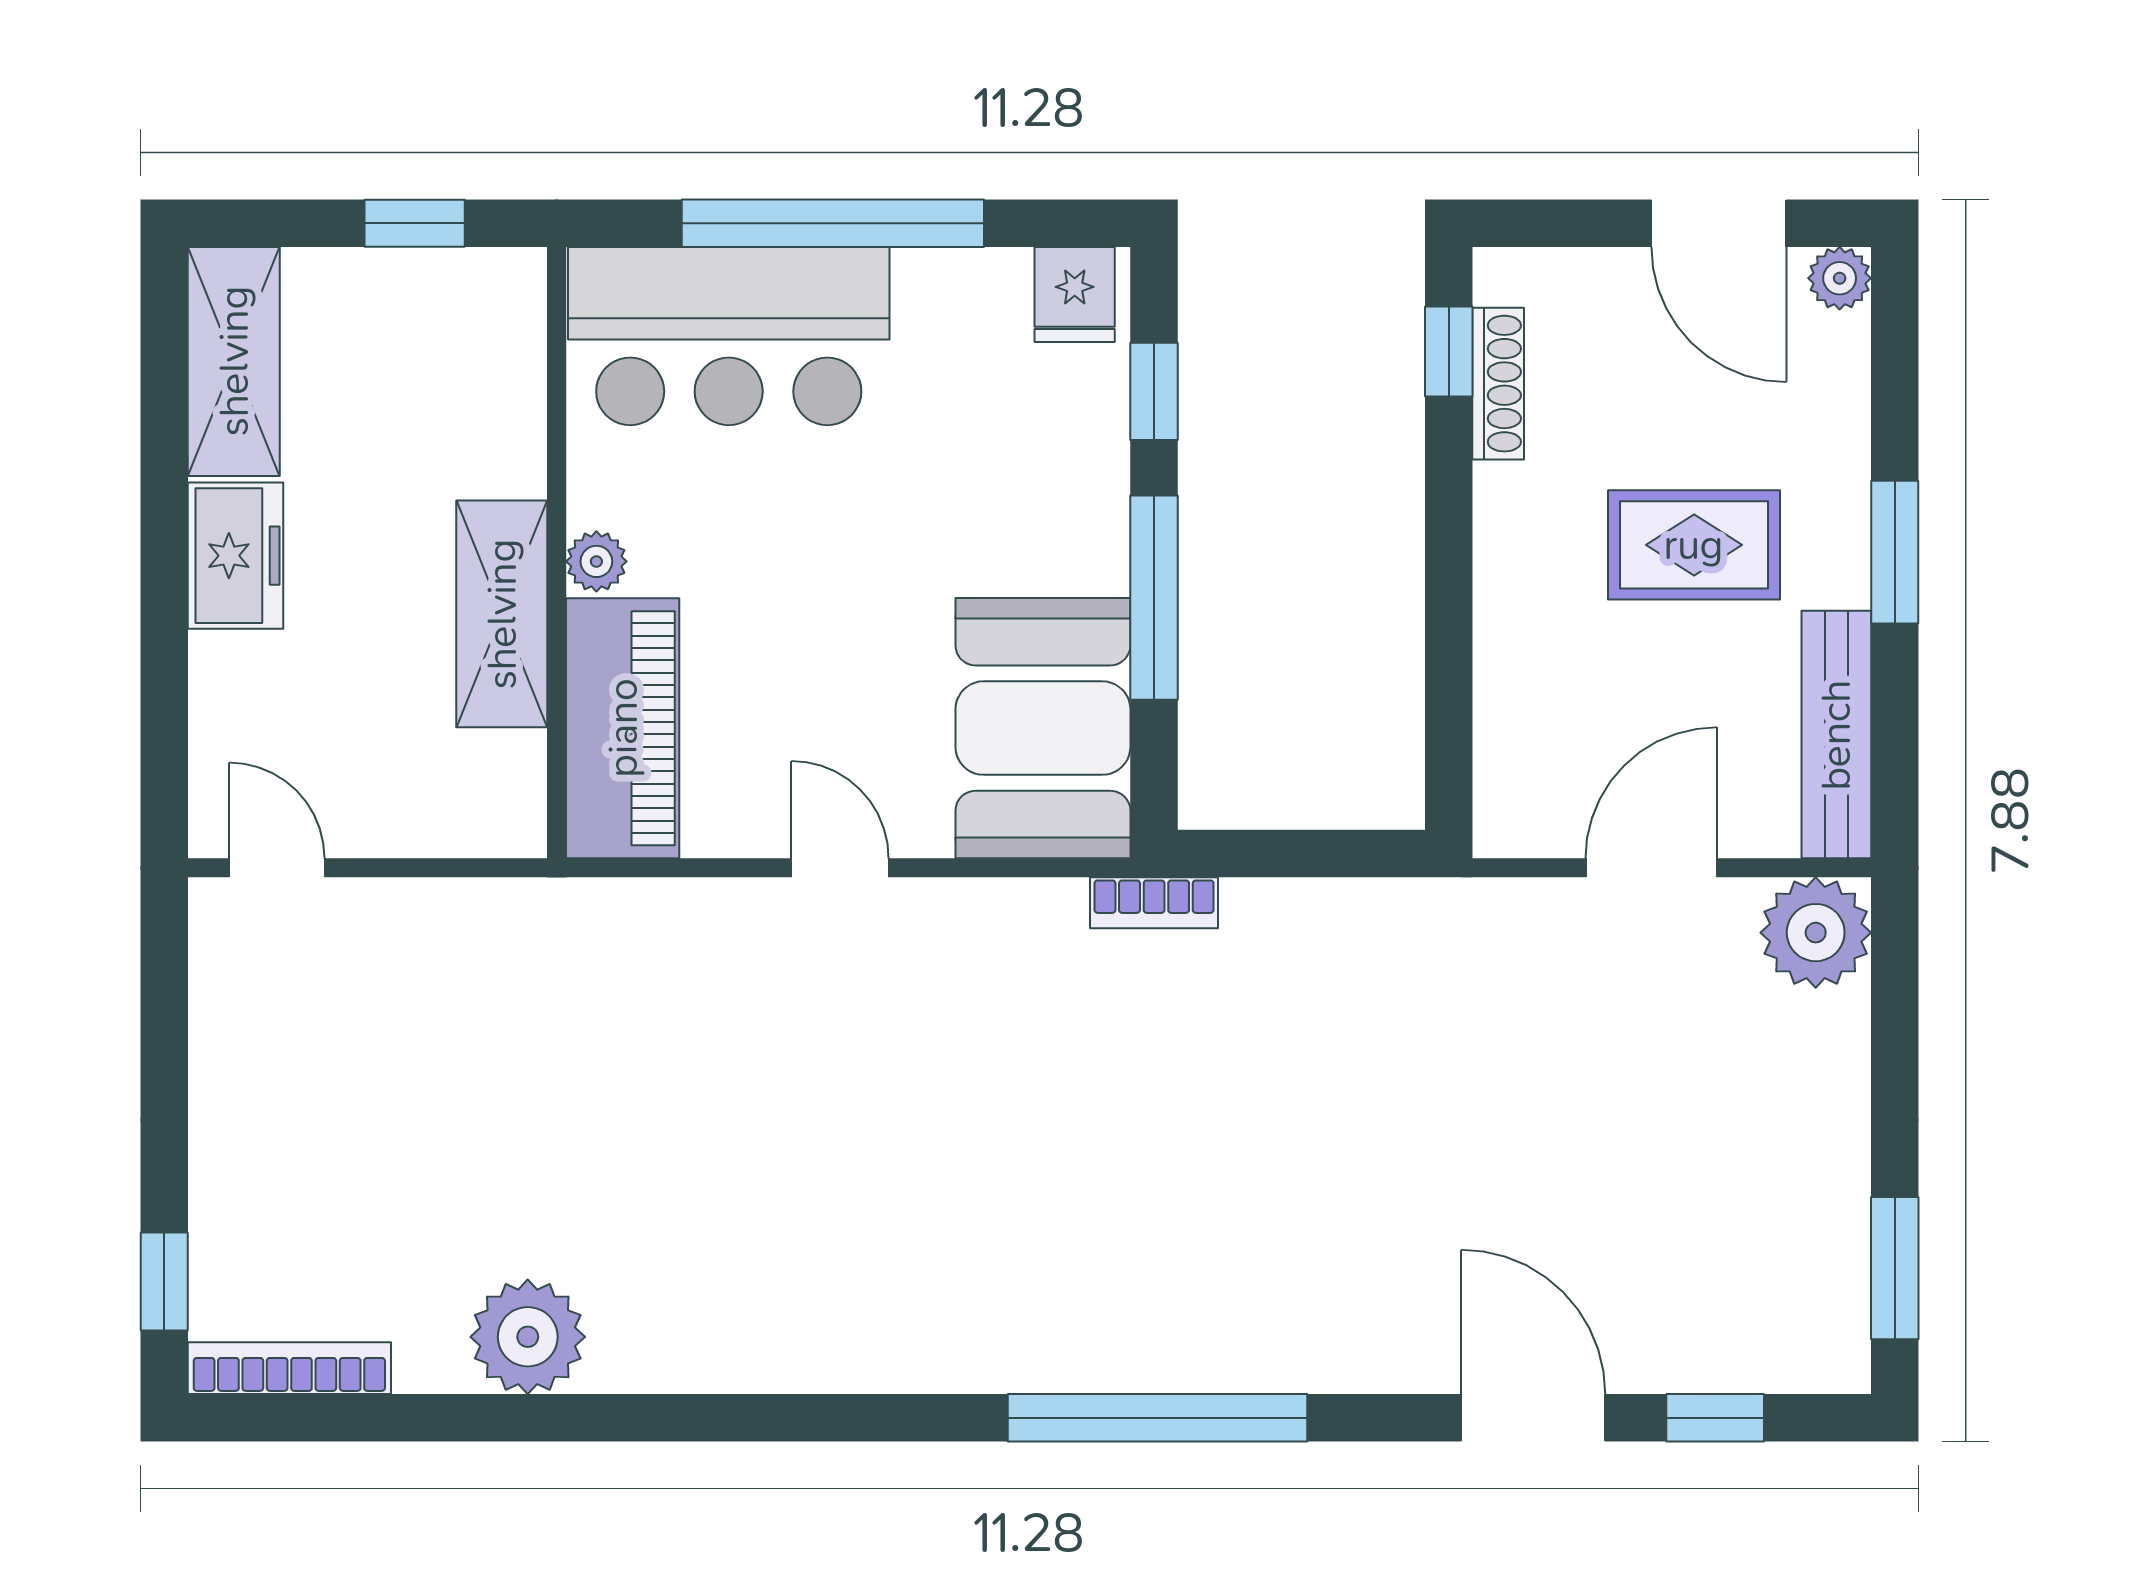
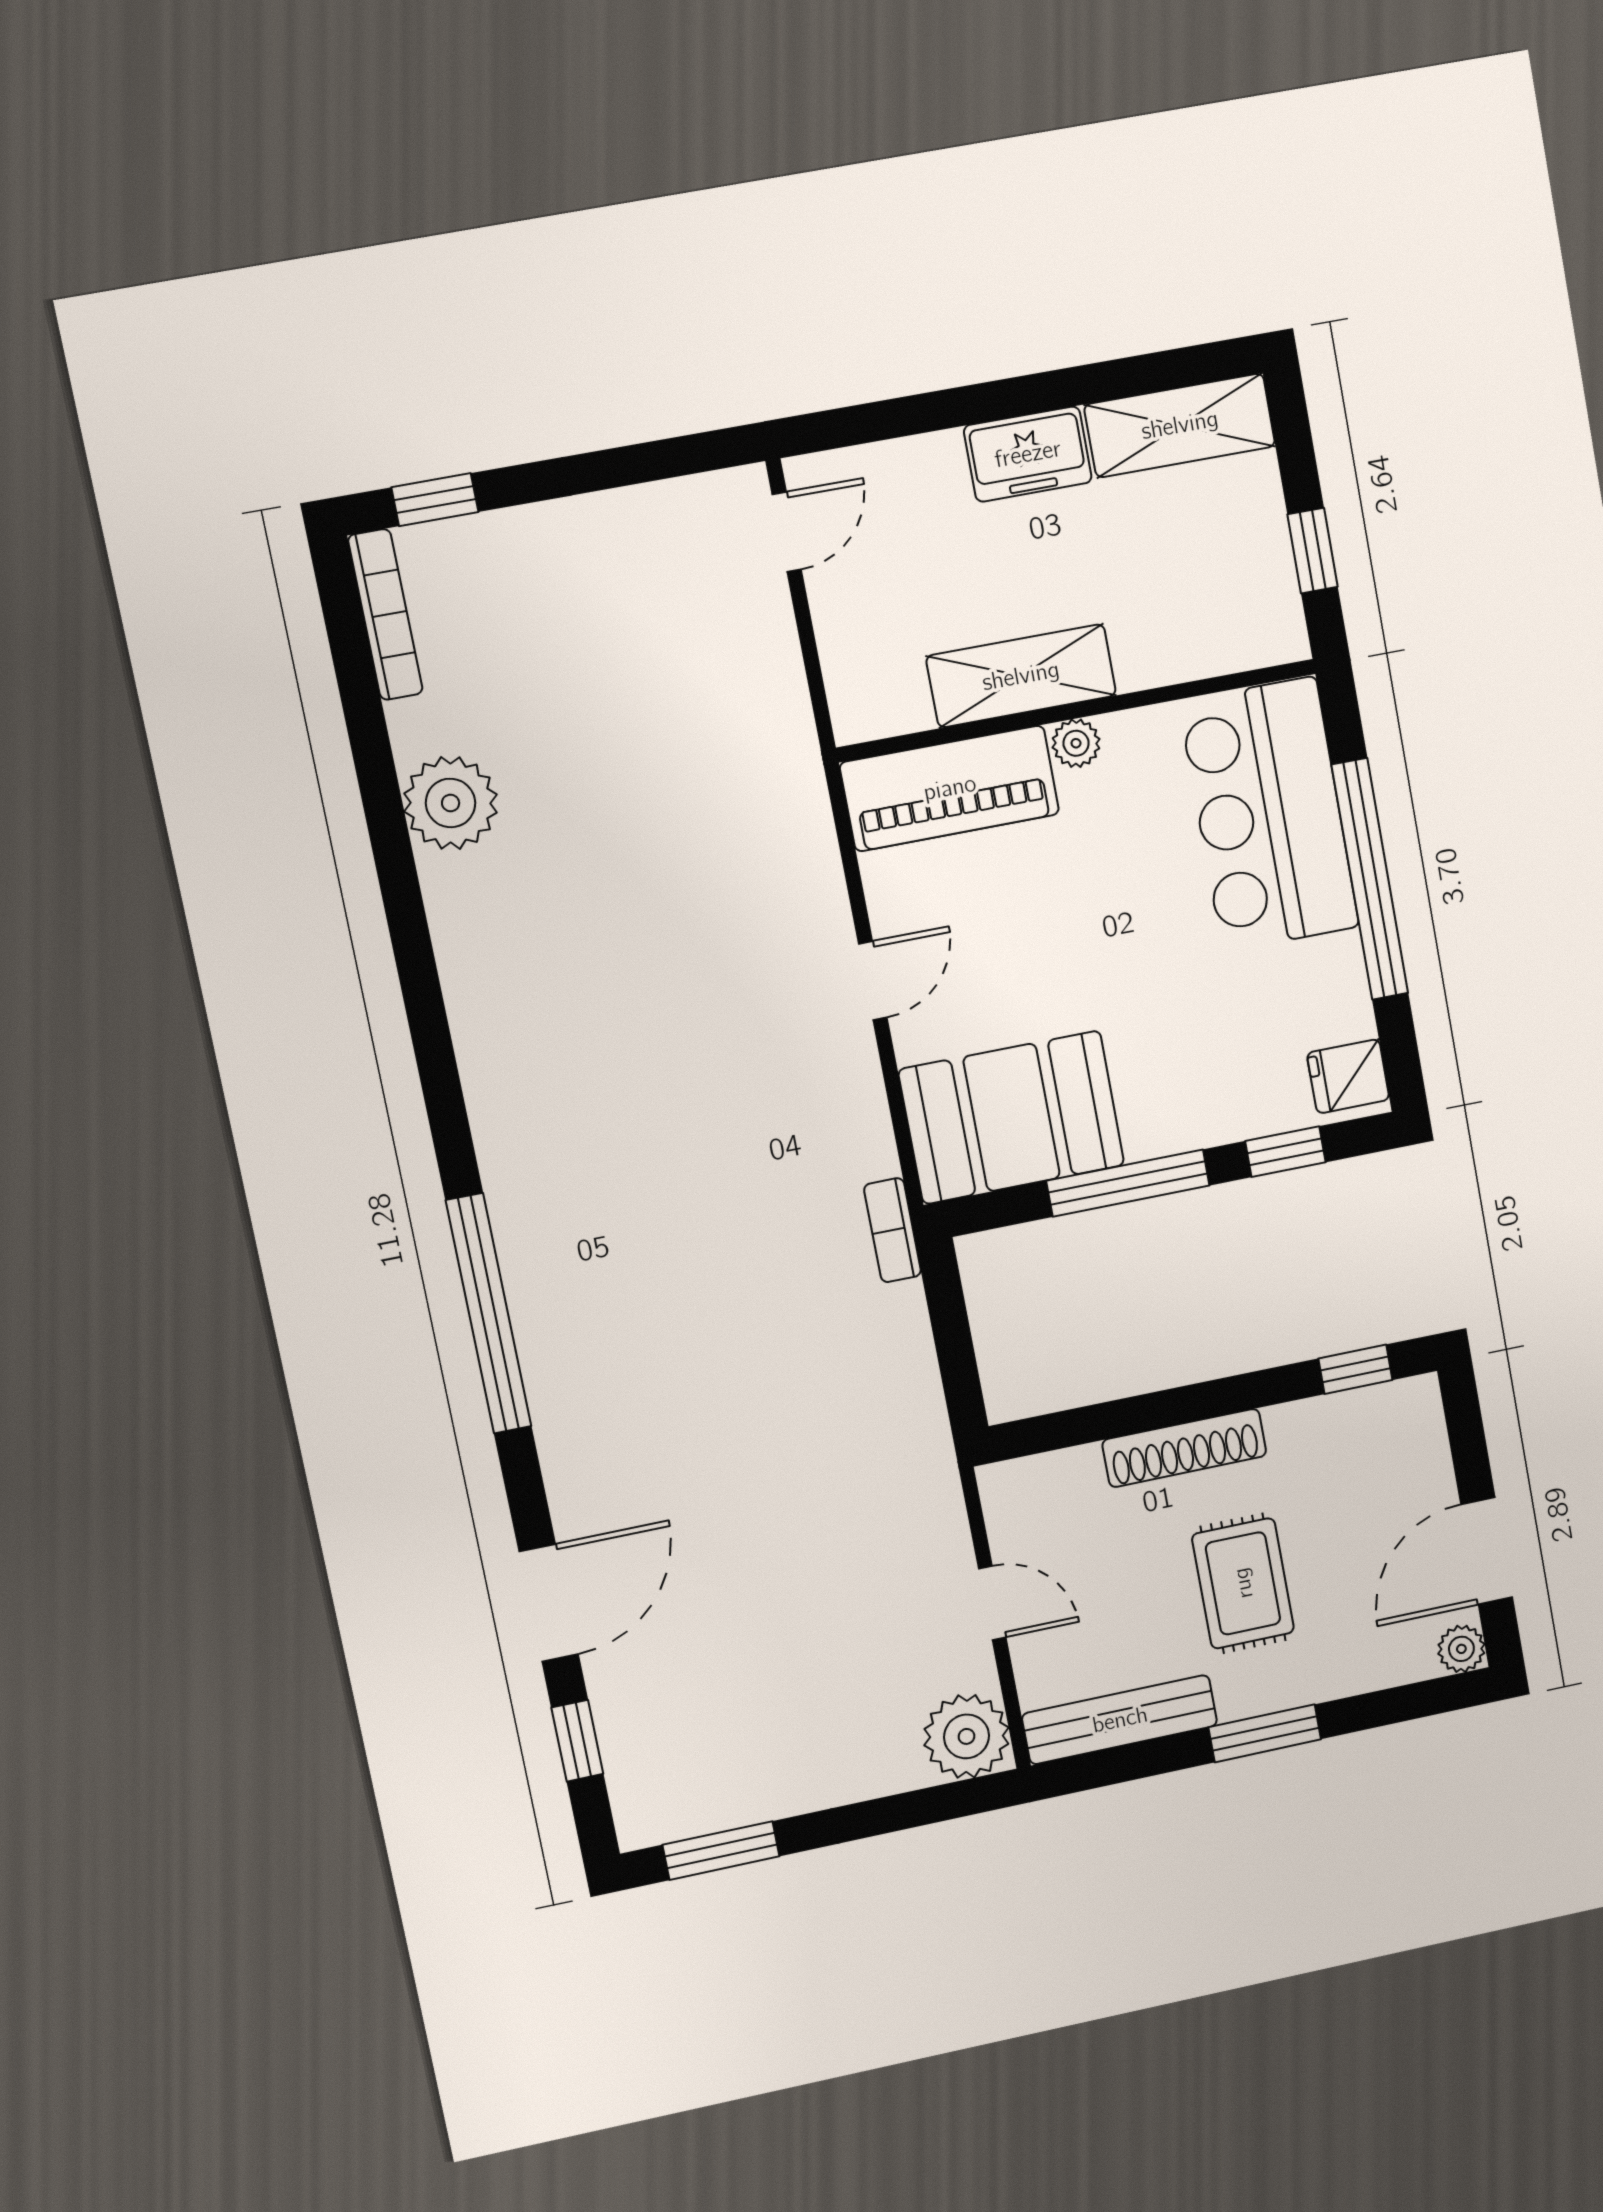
shoe rack: (1498, 384) -> (1184, 1448), moved, width x1.36, depth x1.24
door: (1651, 868) -> (992, 1603), width x0.73

